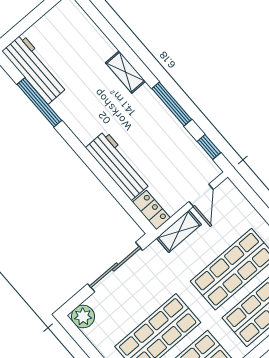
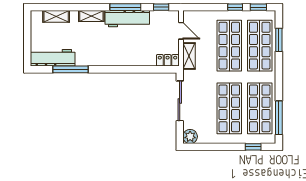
shelving: (89, 30) -> (56, 16), added
workbench: (118, 166) -> (127, 19), moved, turned 180

